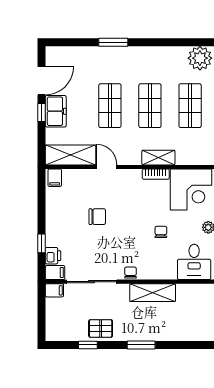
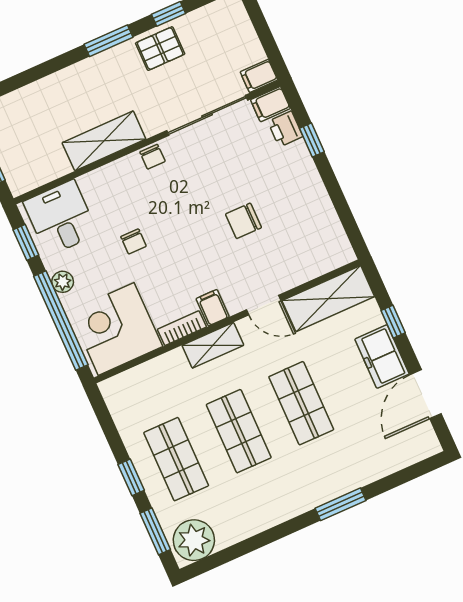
window: (41, 113) -> (393, 322), moved
shelving: (158, 158) -> (213, 345), moved
filing cabinet: (55, 178) -> (213, 308), moved
window: (141, 345) -> (108, 41), moved

